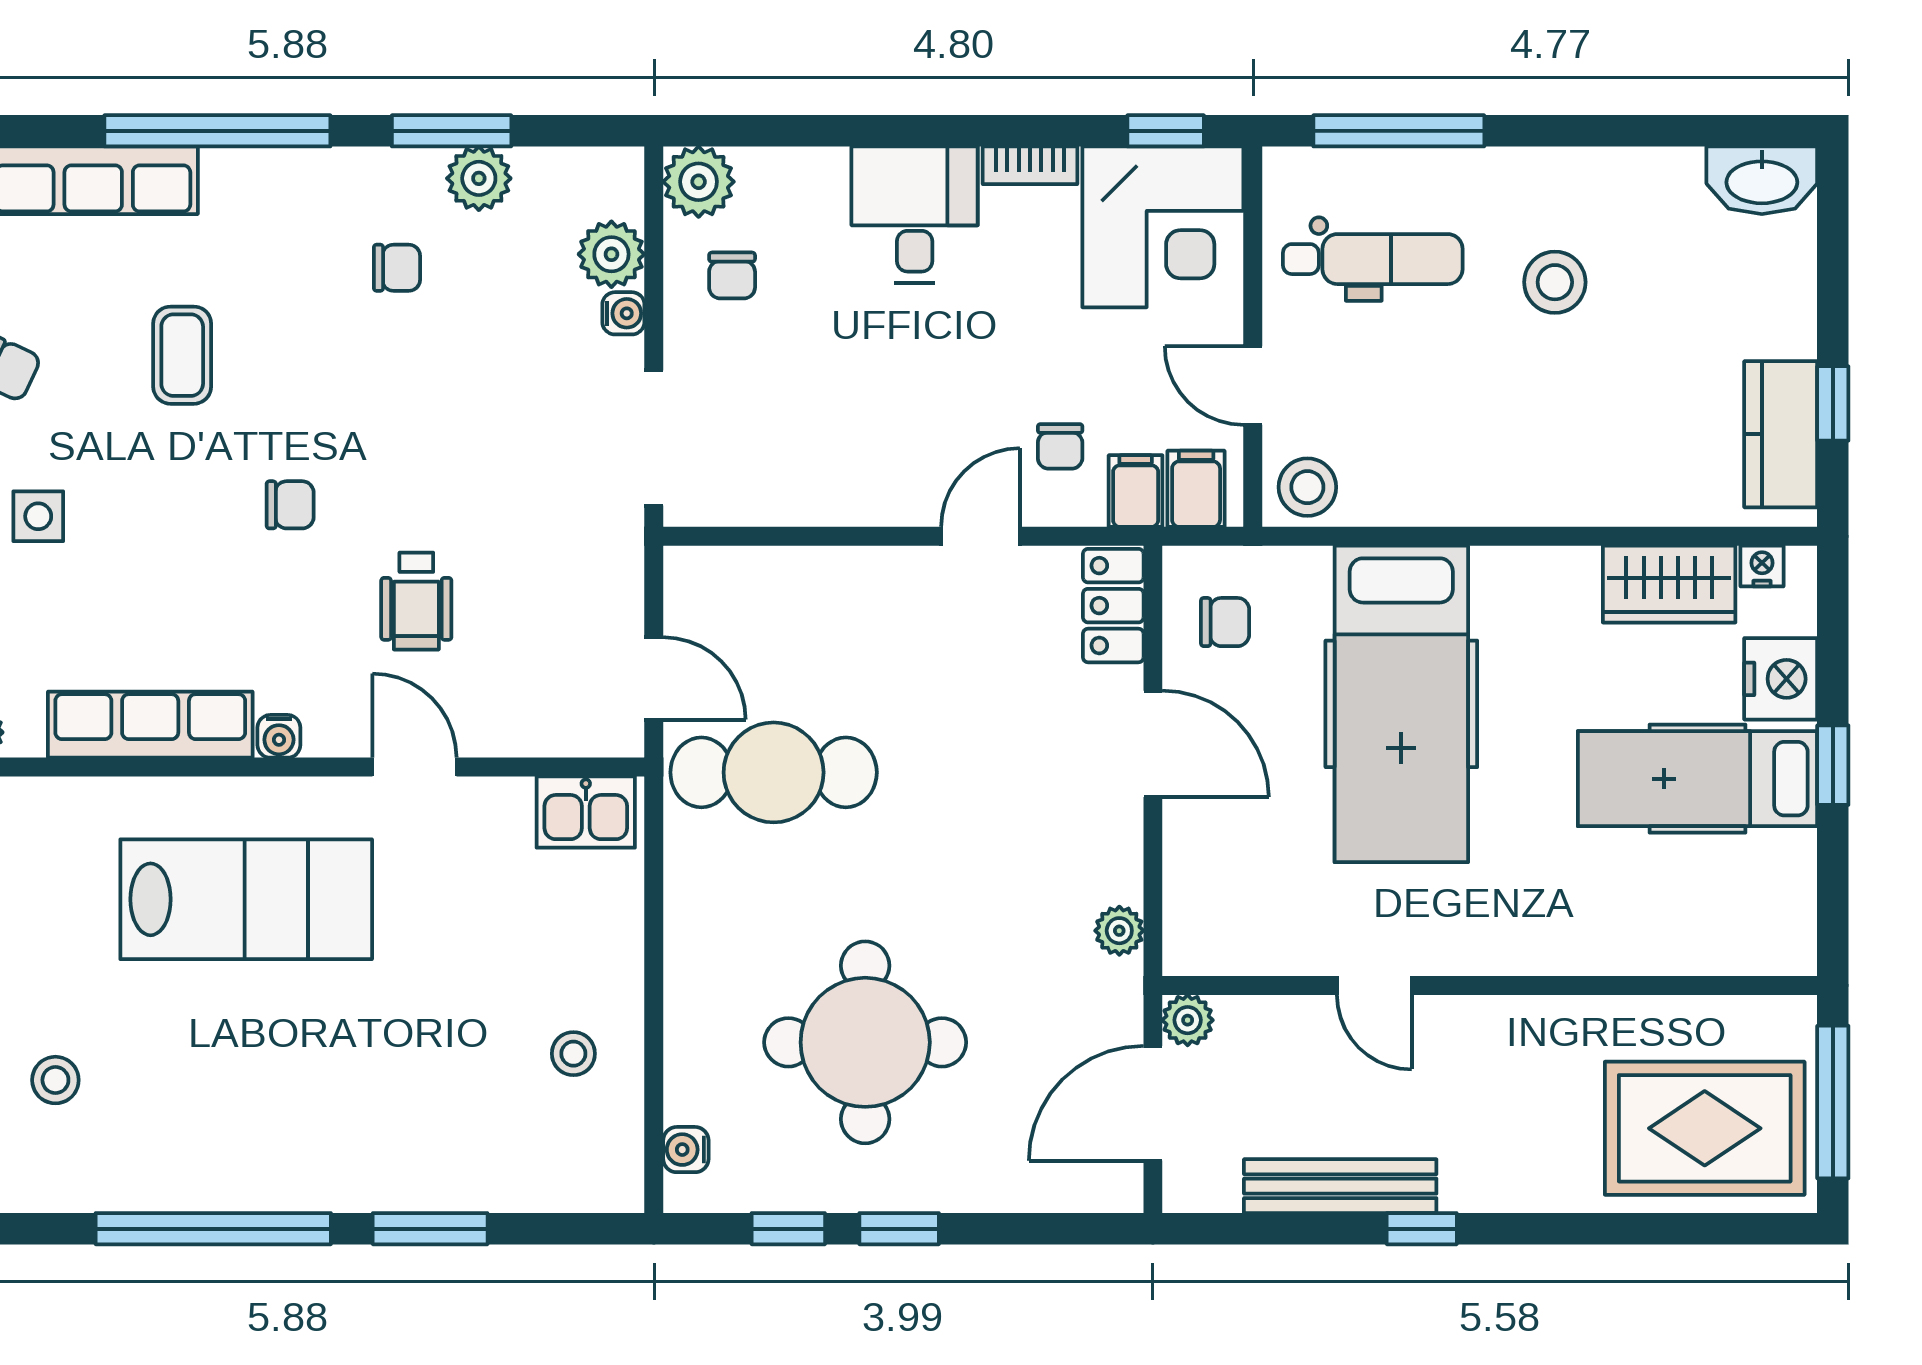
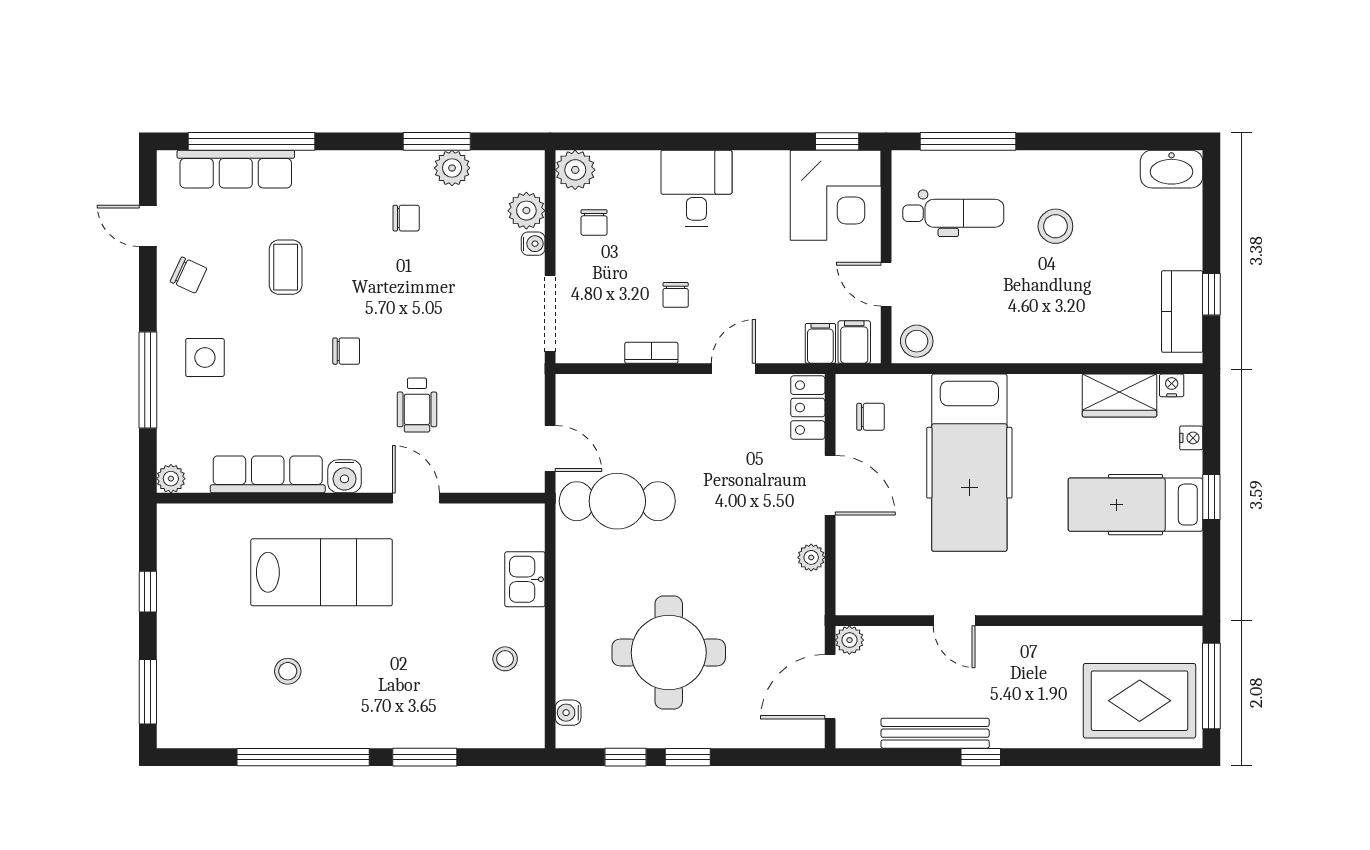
window: (217, 131) -> (252, 141), moved
bookcase: (1030, 165) -> (651, 353), moved, turned 180
chair: (1060, 446) -> (676, 295), moved
side table: (38, 516) -> (205, 357), width x1.37, depth x1.37
nightstand: (1781, 679) -> (1191, 438), width x0.53, depth x0.56
water cooler: (279, 736) -> (345, 476), width x1.38, depth x1.38
kitchen sink: (586, 812) -> (525, 579), moved, turned 90
plant: (1119, 931) -> (811, 557), moved
stool: (55, 1080) -> (288, 671), moved

